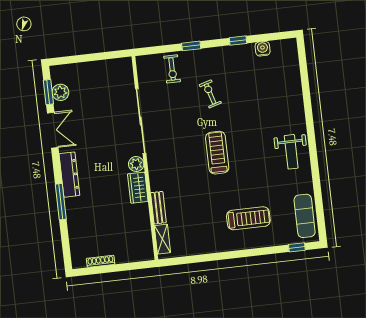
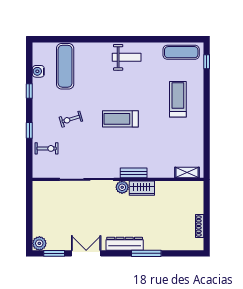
exercise mat: (272, 80) -> (65, 66), added
plant: (60, 92) -> (39, 243), moved
bench: (158, 208) -> (134, 173), moved

